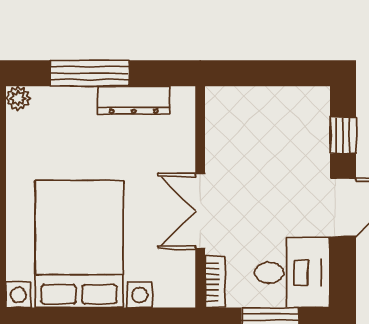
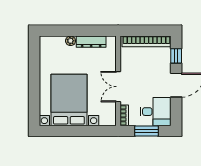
window: (90, 73) -> (73, 31), removed
plant: (18, 98) -> (71, 41), moved
bookcase: (270, 100) -> (146, 41), added

